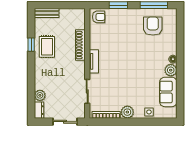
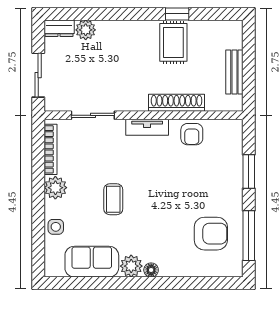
bench: (47, 13) -> (234, 72), moved
armchair: (99, 17) -> (192, 134), moved
rug: (47, 47) -> (173, 42), turned 90
coffee table: (134, 80) -> (113, 199), added

